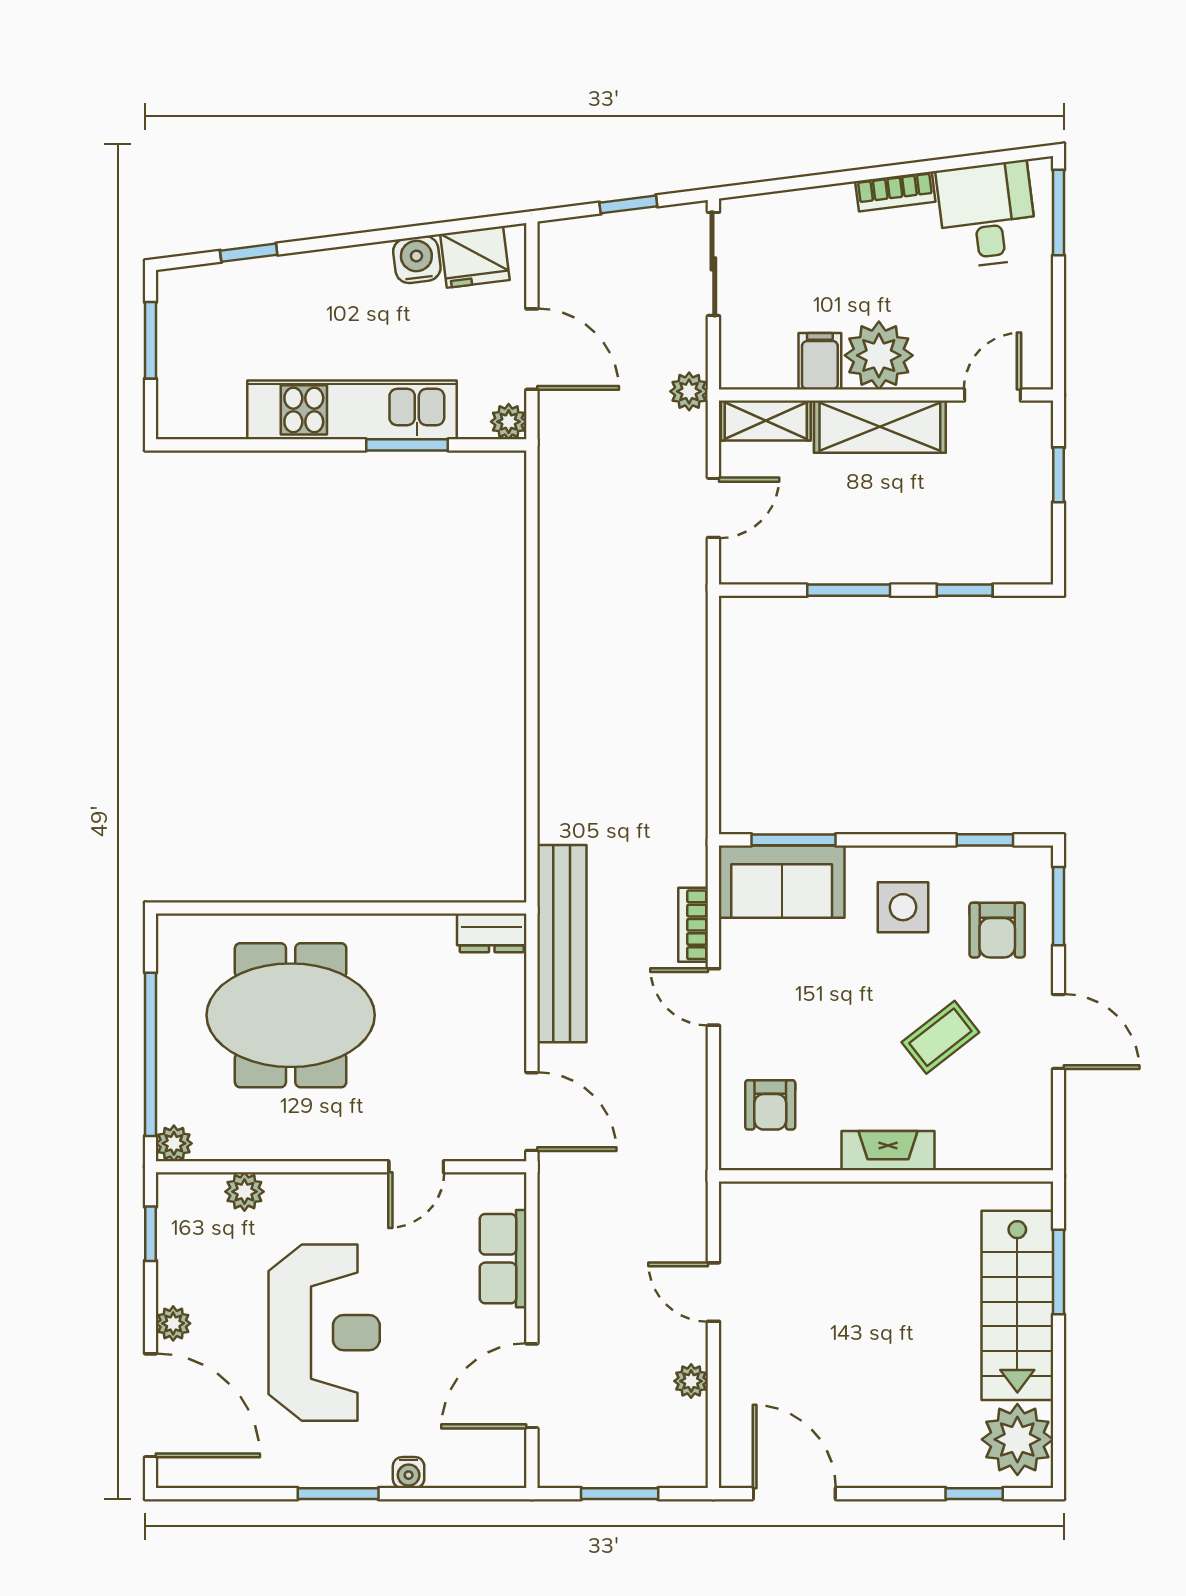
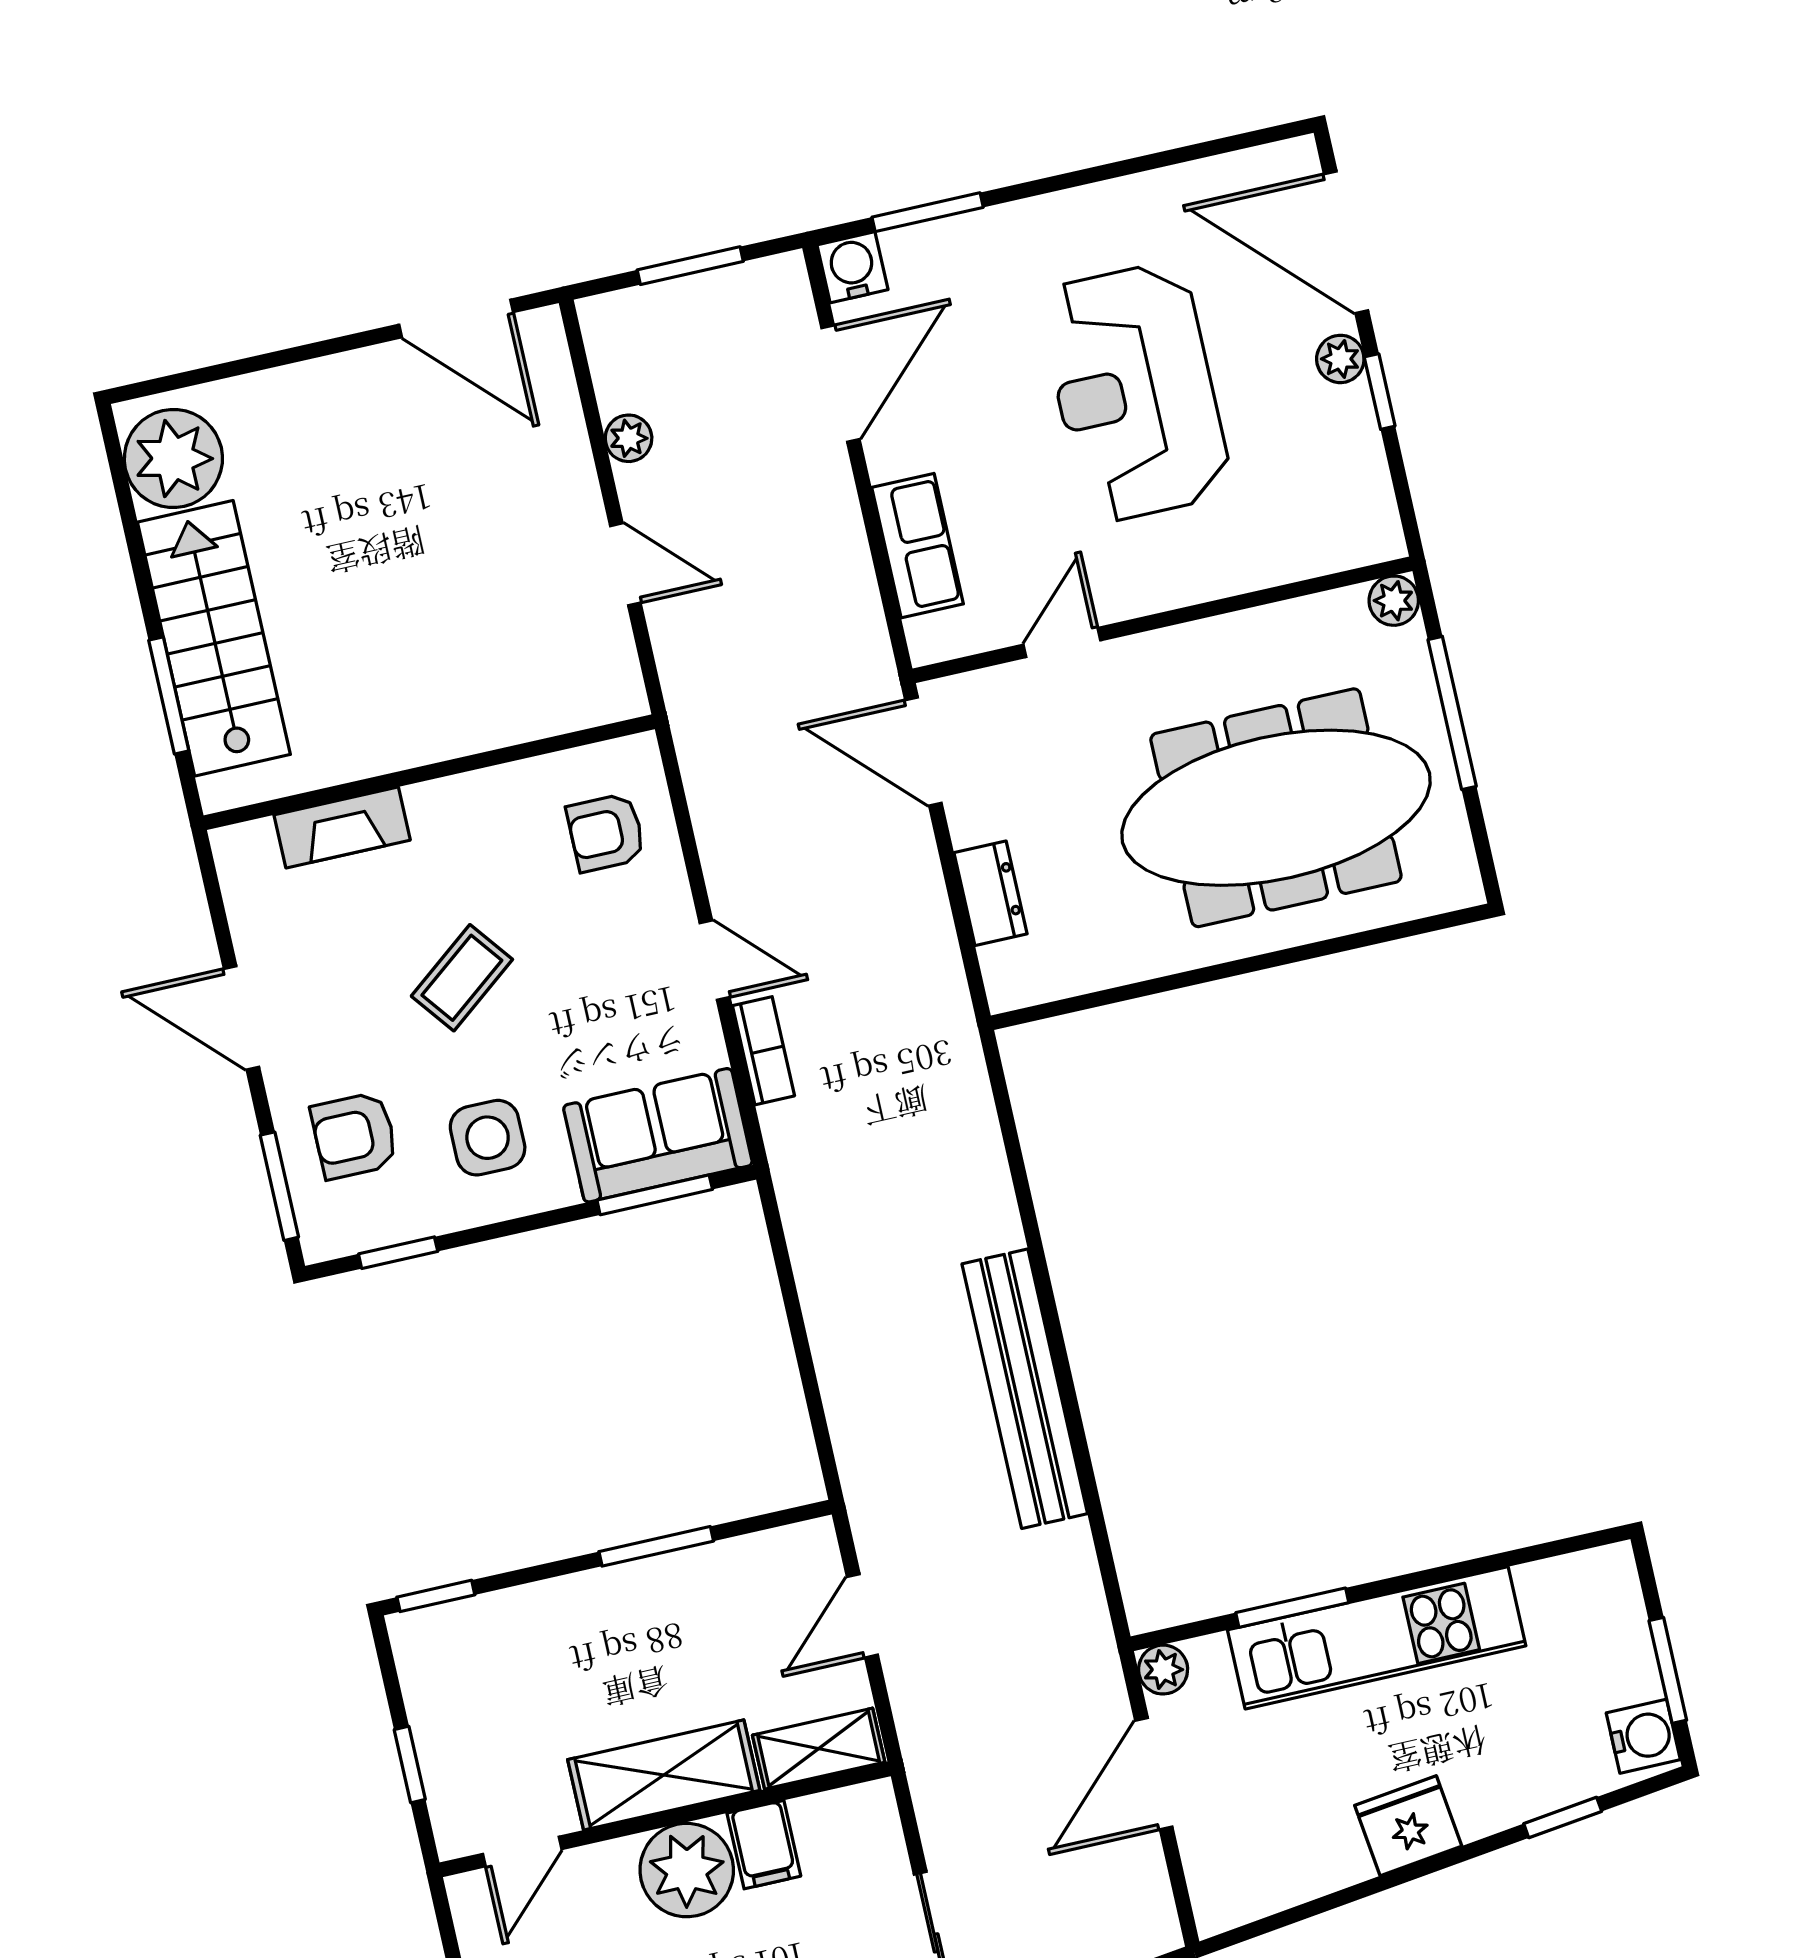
fridge: (475, 257) -> (1408, 1826), moved
water cooler: (417, 260) -> (1643, 1736), moved, turned -83
door: (532, 349) -> (1154, 1774), hinge flipped
plant: (689, 391) -> (930, 1765), removed
window: (965, 590) -> (436, 1596), moved
armchair: (997, 930) -> (354, 1135), turned -90
dresser: (492, 933) -> (991, 893), moved, turned 90
bench: (562, 944) -> (1025, 1389), moved
meeting table: (291, 1015) -> (1276, 808), width x1.36
coffee table: (940, 1037) -> (462, 978), moved
window: (150, 1054) -> (1452, 713), width x0.68
armchair: (770, 1105) -> (606, 833), turned -90
fireplace: (888, 1151) -> (342, 827), moved
plant: (244, 1192) -> (1285, 557), removed
window: (150, 1234) -> (1380, 392), moved
water cooler: (409, 1473) -> (852, 267), moved, width x1.38, depth x1.38
window: (338, 1494) -> (928, 212), moved
window: (974, 1494) -> (215, 373), removed

